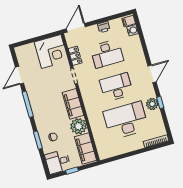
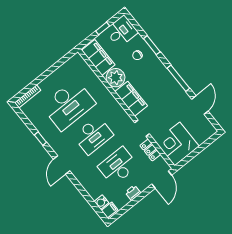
plant: (152, 104) -> (48, 134), removed

